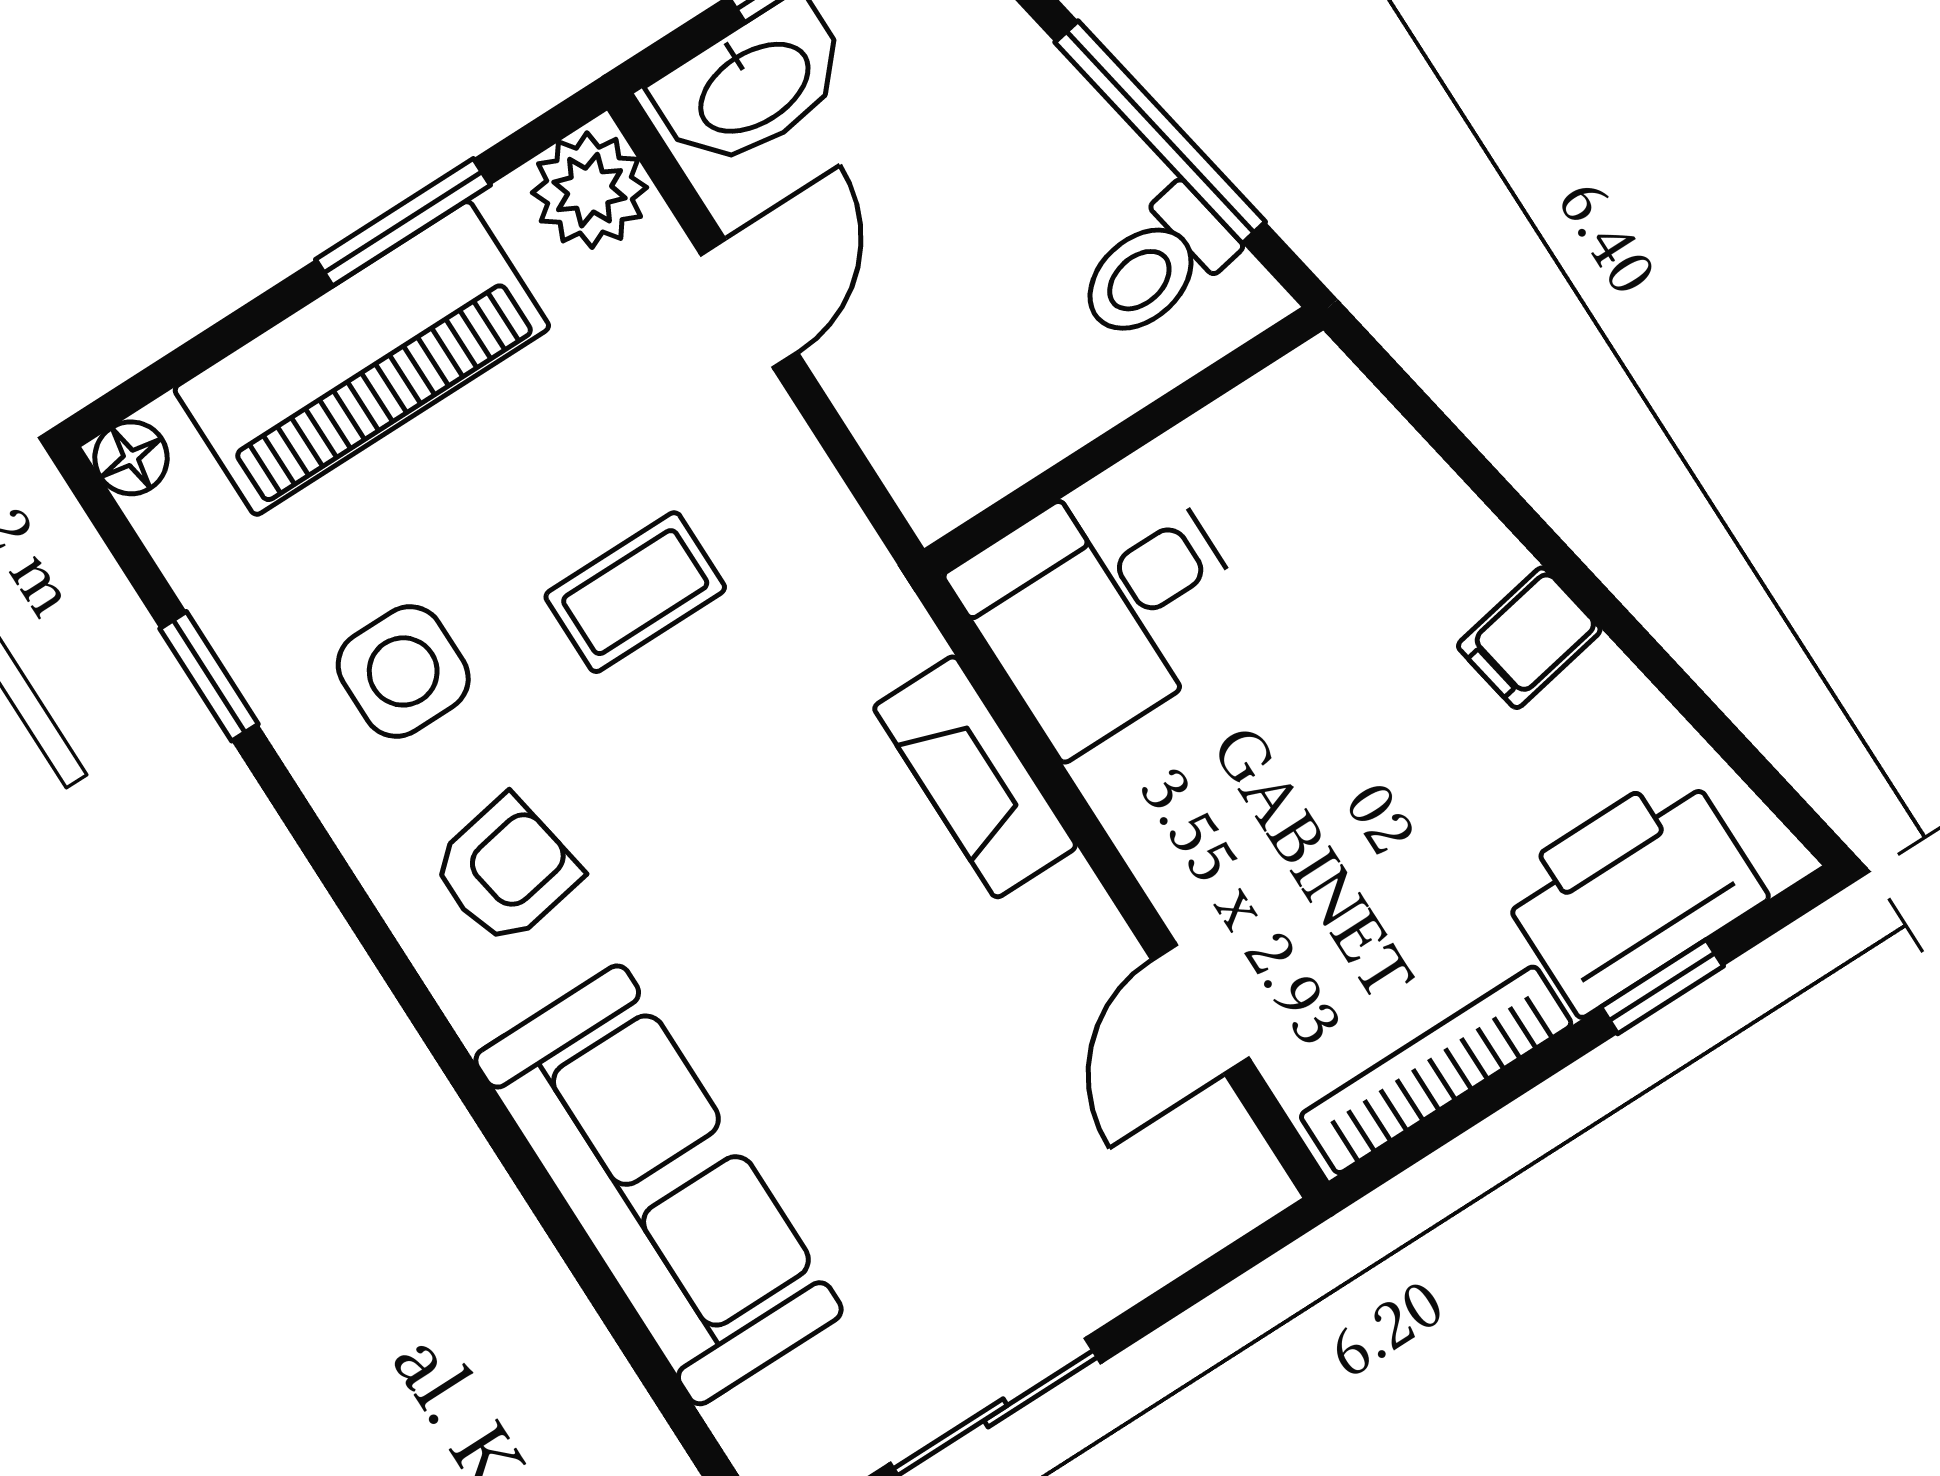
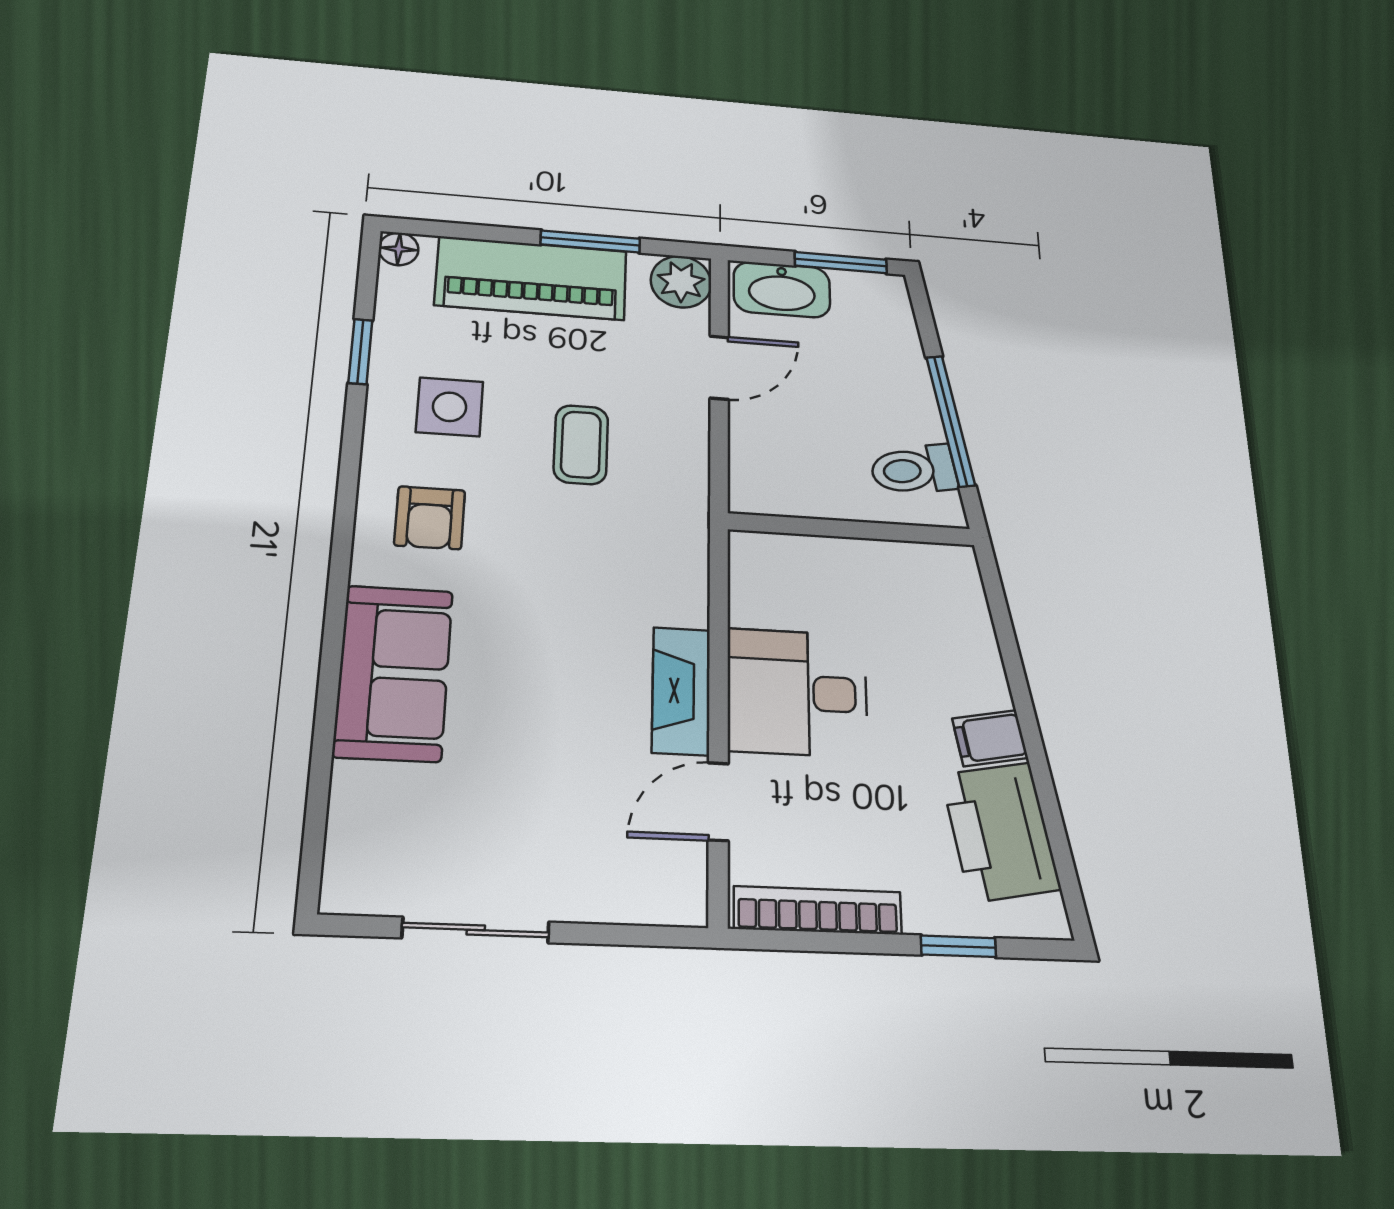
coffee table: (635, 592) -> (581, 445), turned 90
desk: (1105, 604) -> (797, 693), moved
fireplace: (975, 777) -> (681, 691), moved
armchair: (506, 870) -> (430, 518), turned 100
printer: (1632, 891) -> (1001, 832), moved, turned -100
sofa: (659, 1185) -> (393, 673), width x0.73

